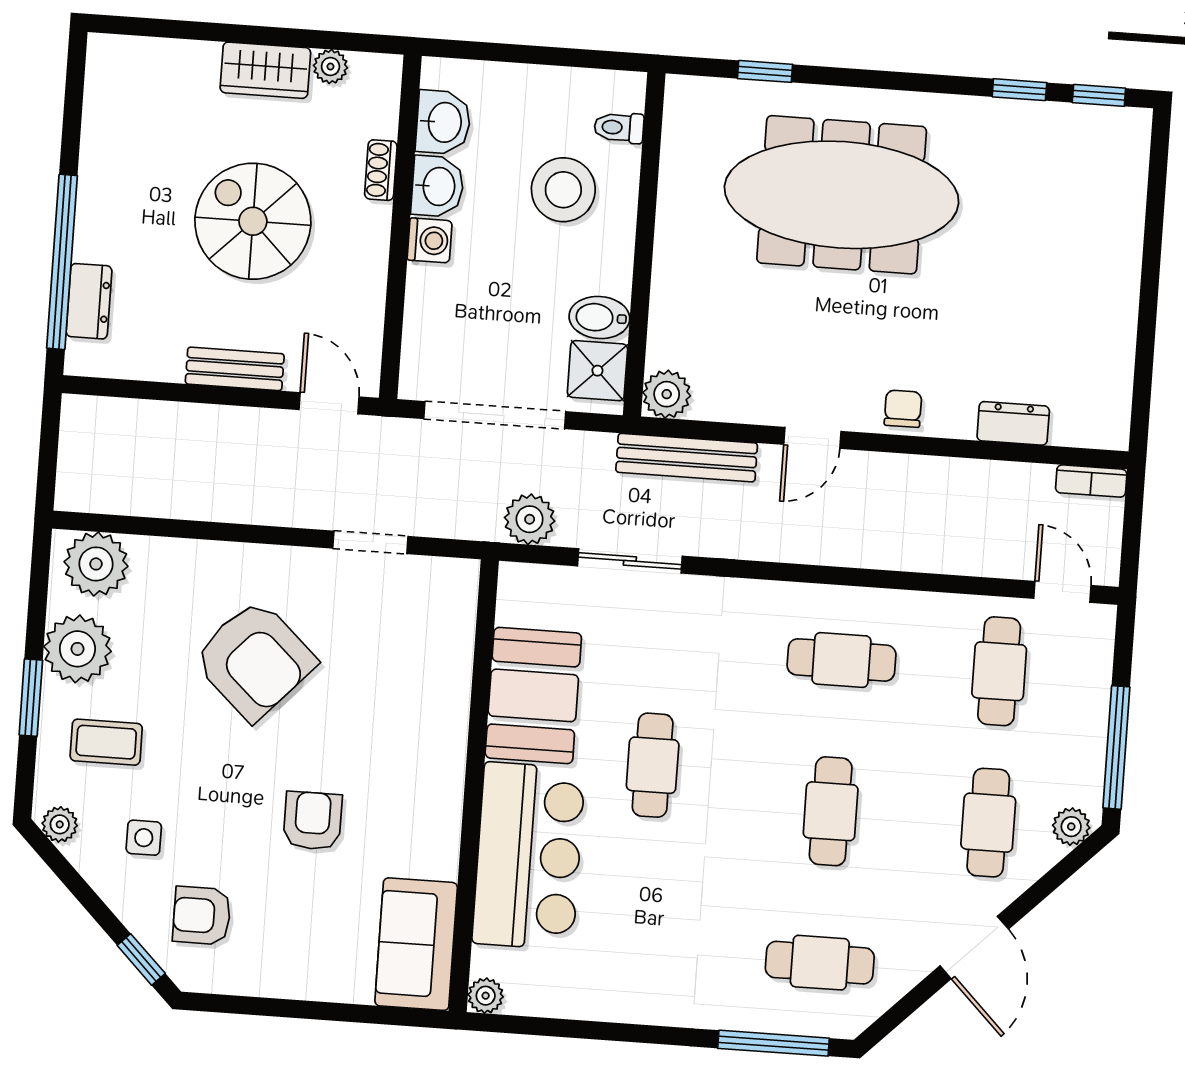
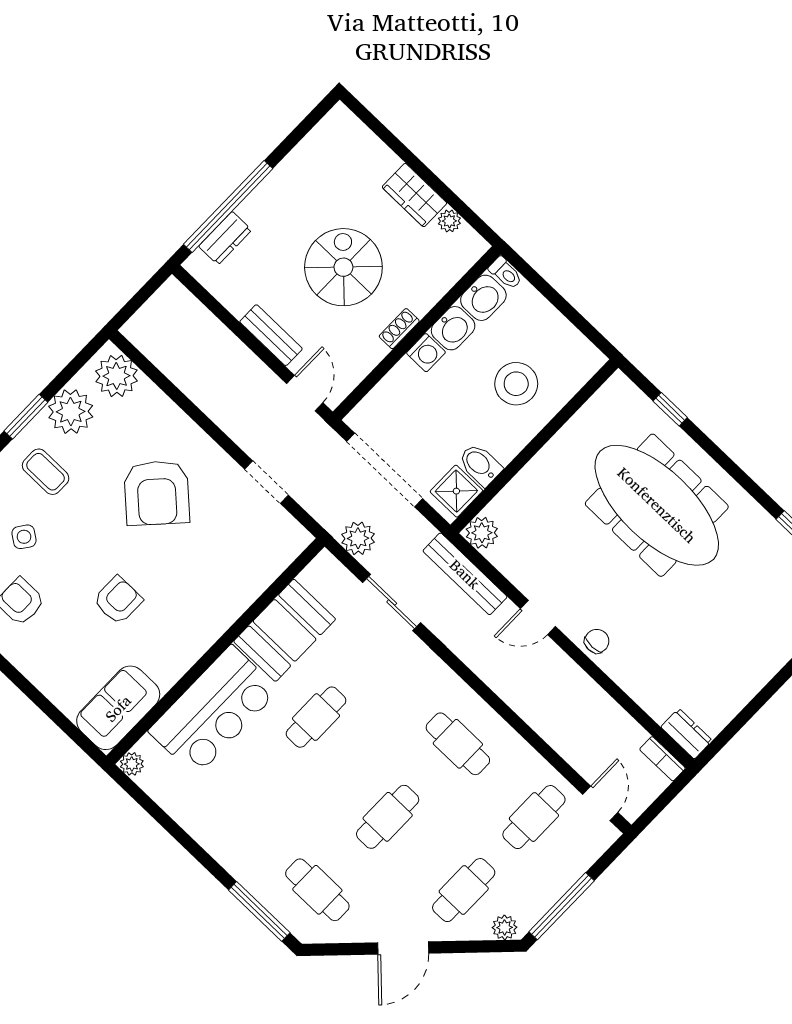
toilet: (619, 128) -> (506, 273), moved, turned 180
shoe rack: (381, 170) -> (399, 329), moved
dresser: (1013, 423) -> (687, 734), moved
side table: (144, 838) -> (24, 537), turned 36

